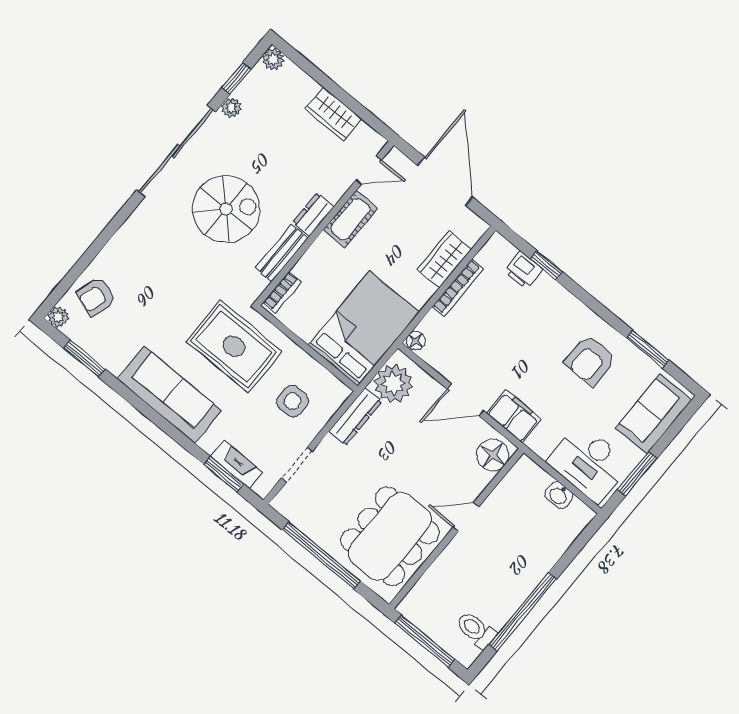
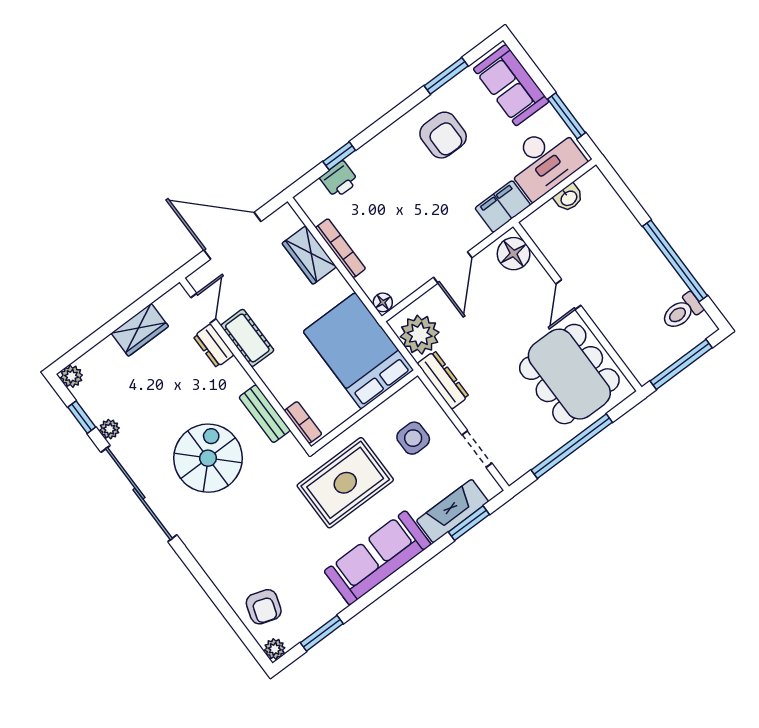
dresser: (314, 215) -> (214, 346), moved
filing cabinet: (514, 416) -> (503, 207), moved
fireplace: (237, 464) -> (453, 511), width x1.37, depth x1.32

